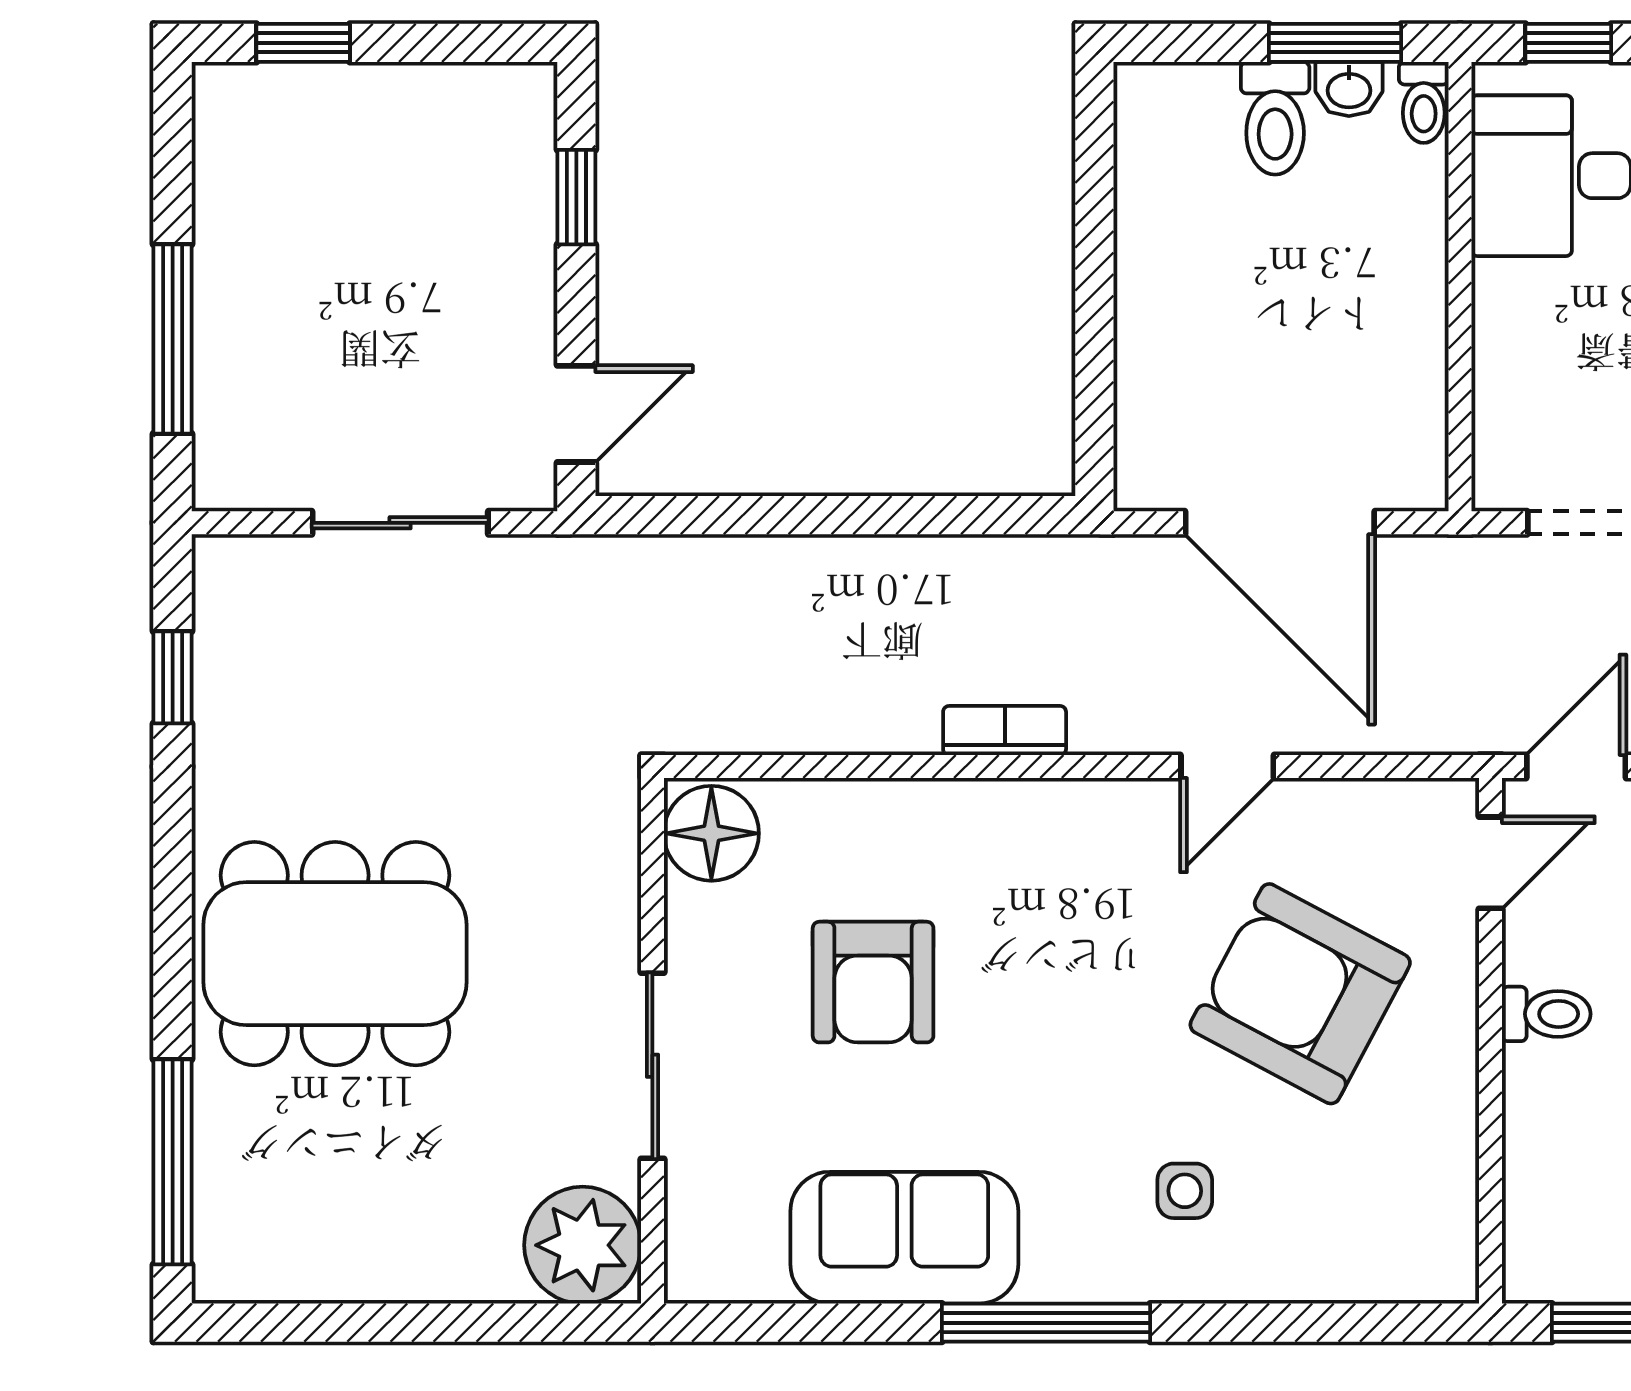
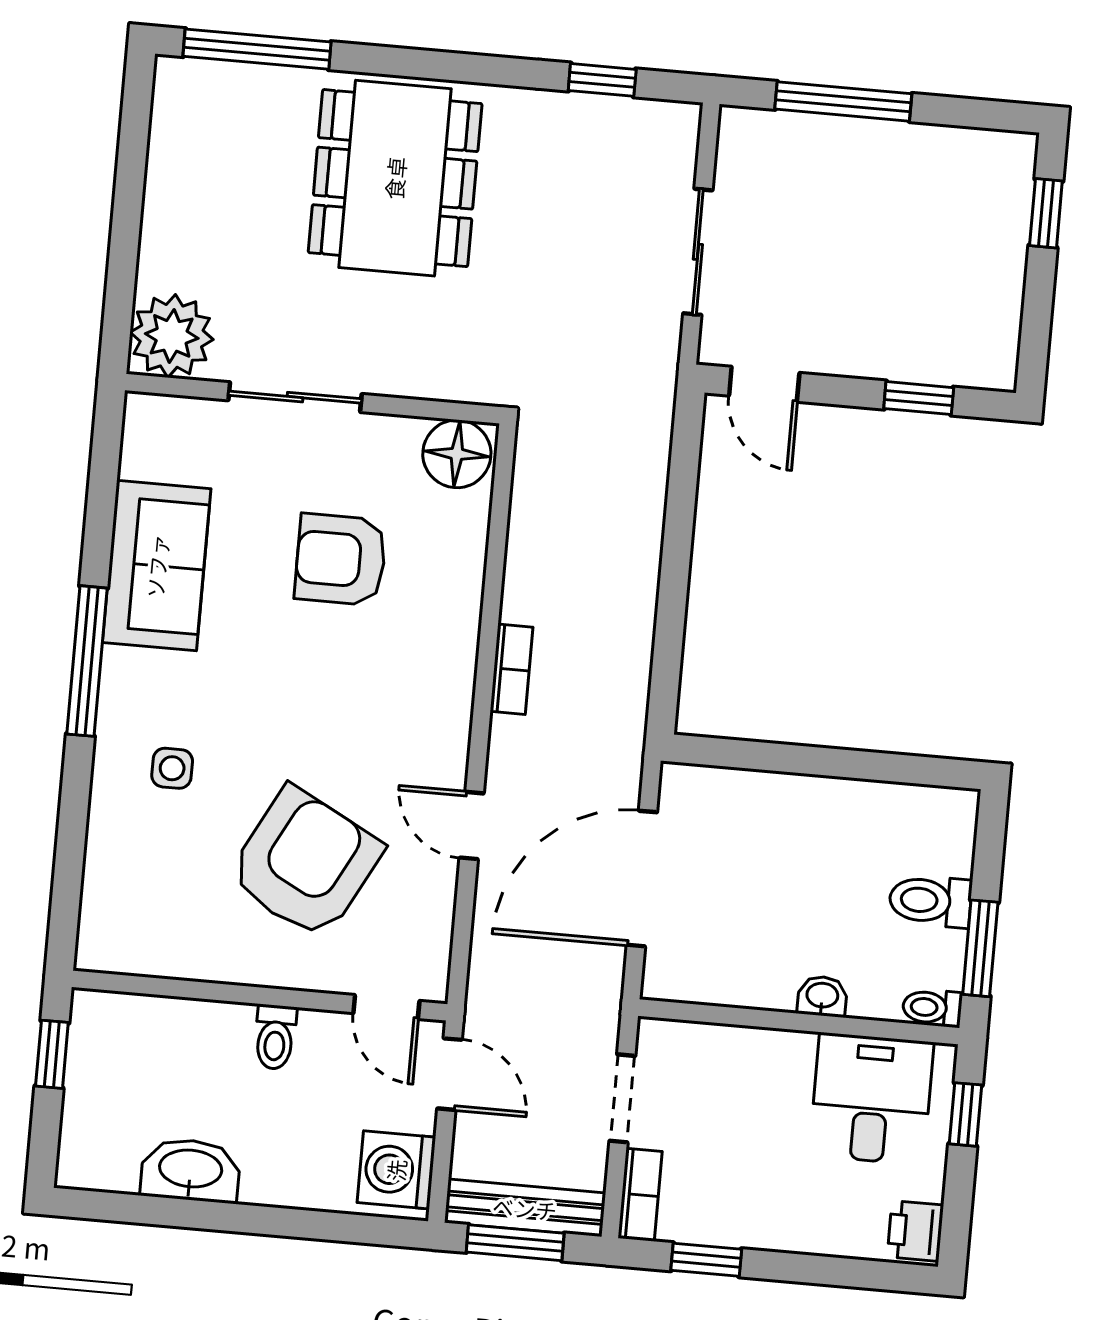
washbasin: (1349, 89) -> (822, 996), moved, turned 90

